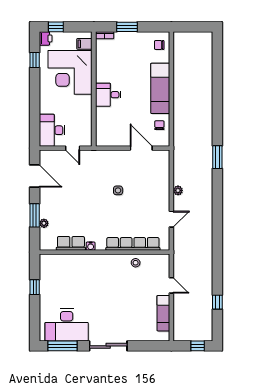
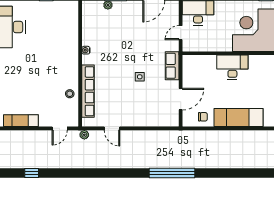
desk: (108, 95) -> (232, 67), width x1.37
window: (217, 157) -> (172, 173), width x2.11
plant: (178, 190) -> (84, 135), moved
row of seats: (71, 243) -> (172, 66), moved, turned 180
door: (171, 285) -> (60, 128), moved

